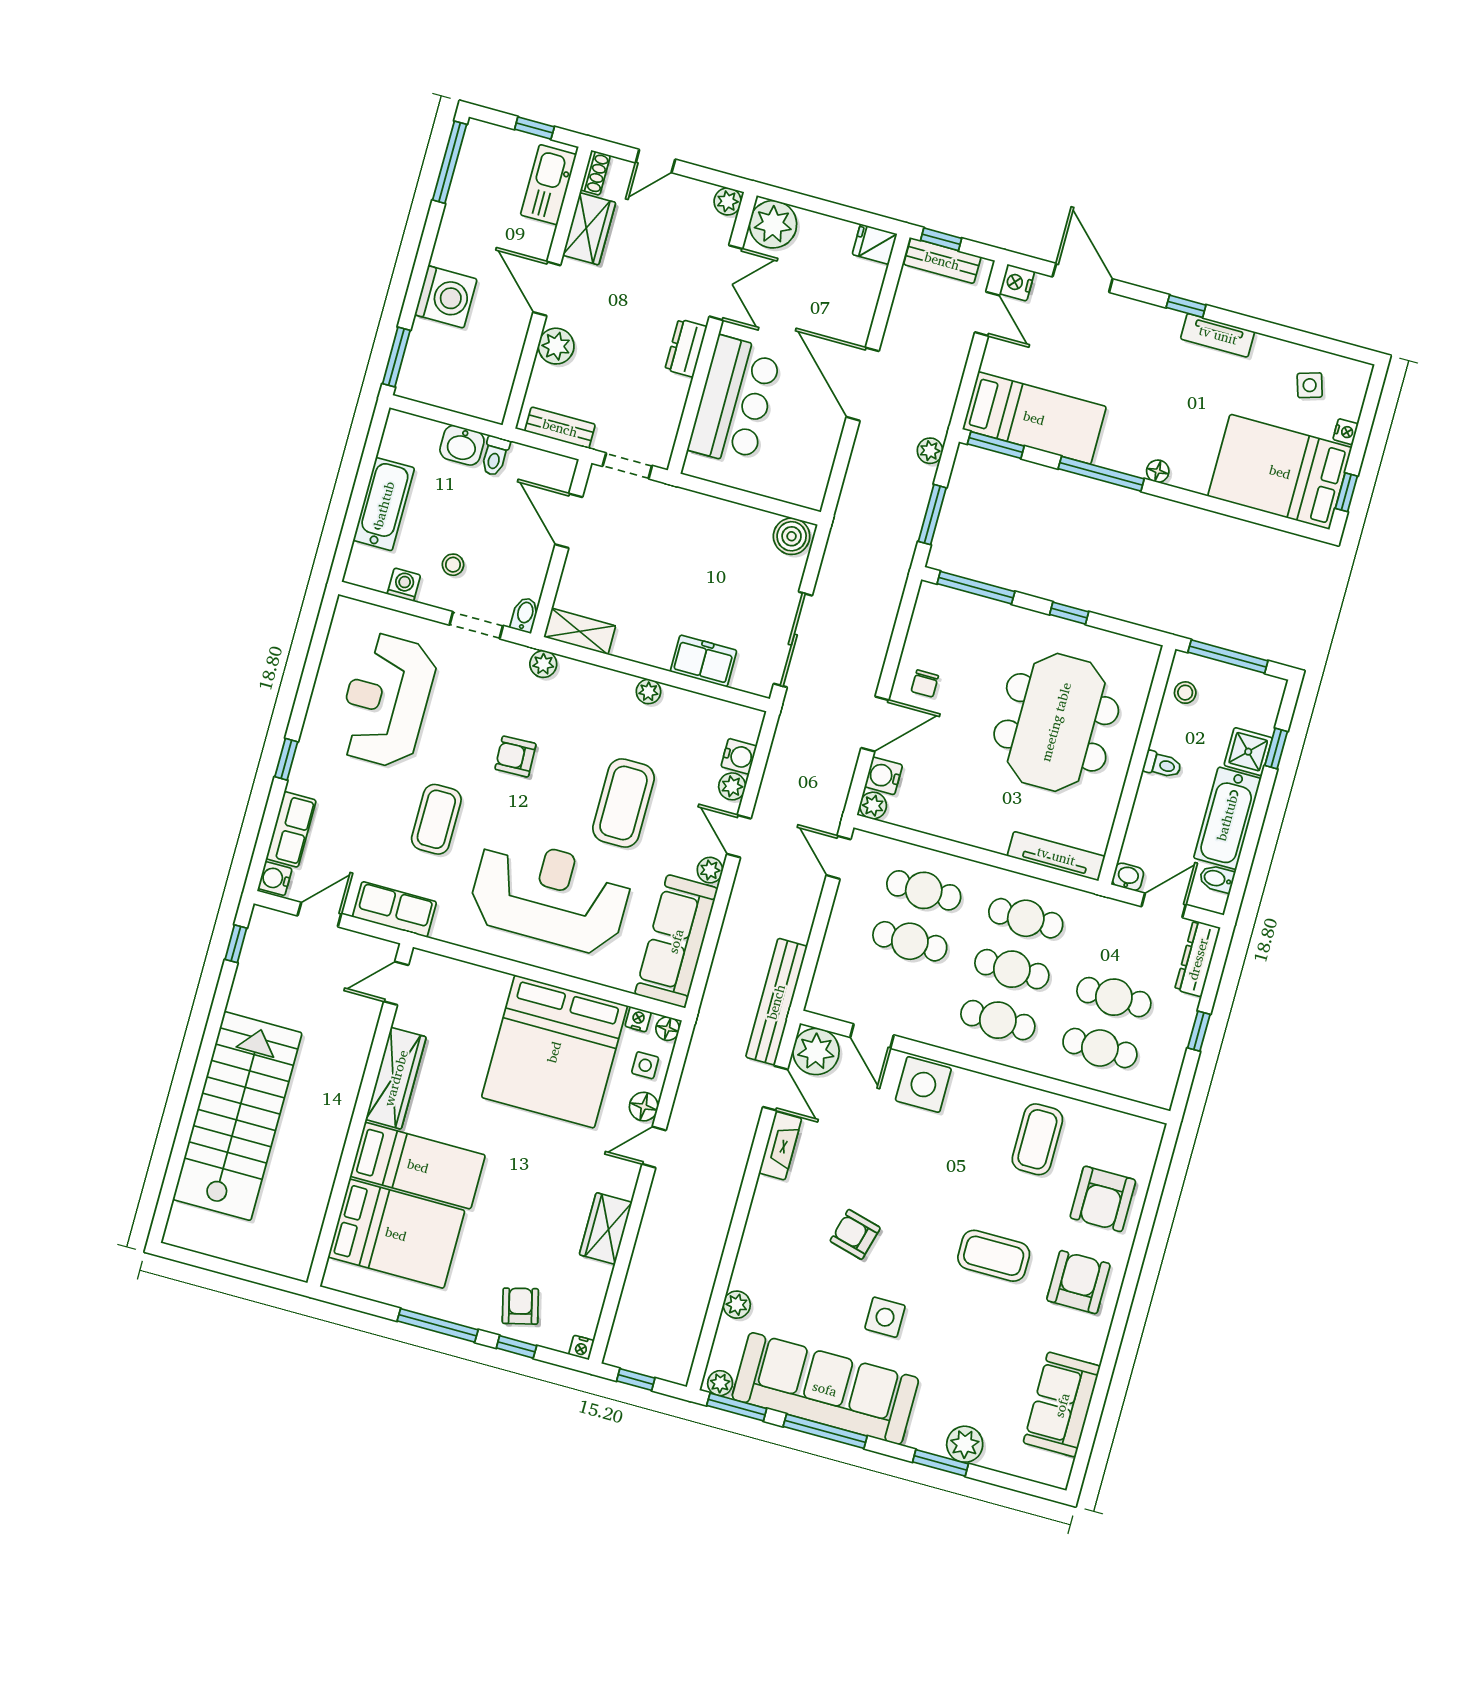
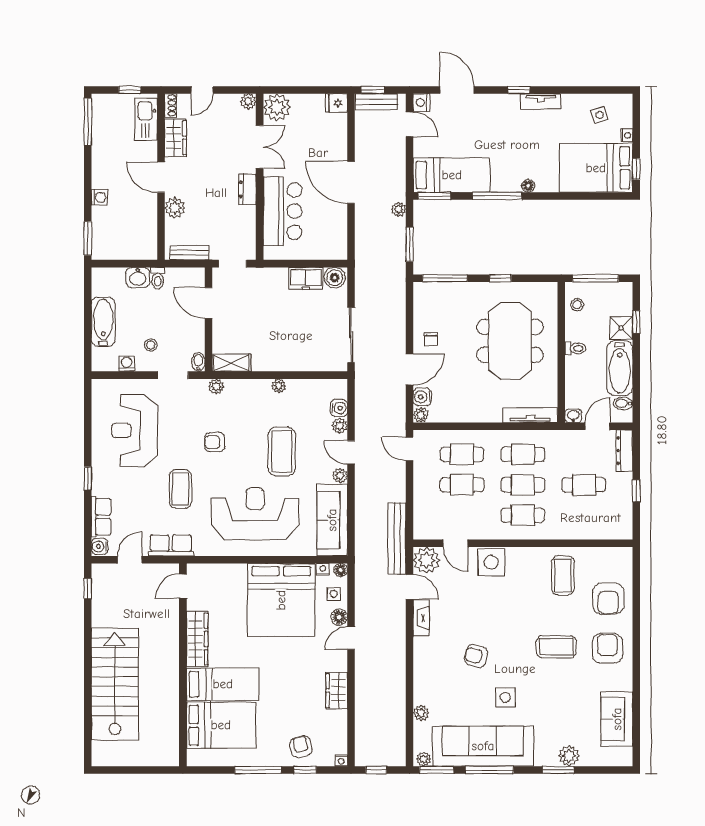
washing machine: (446, 297) -> (99, 197), width x0.53, depth x0.53
freezer: (703, 661) -> (306, 278), moved, turned 180
cafe table: (1100, 1048) -> (584, 515), removed

